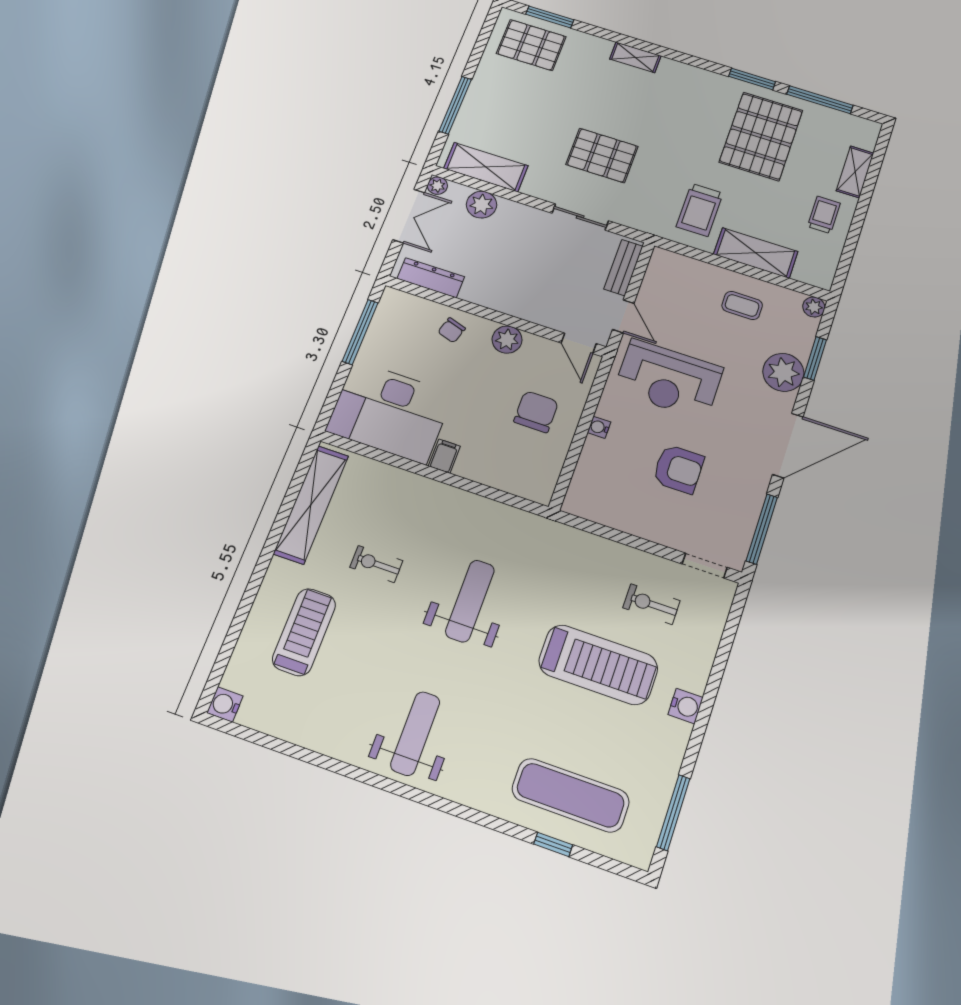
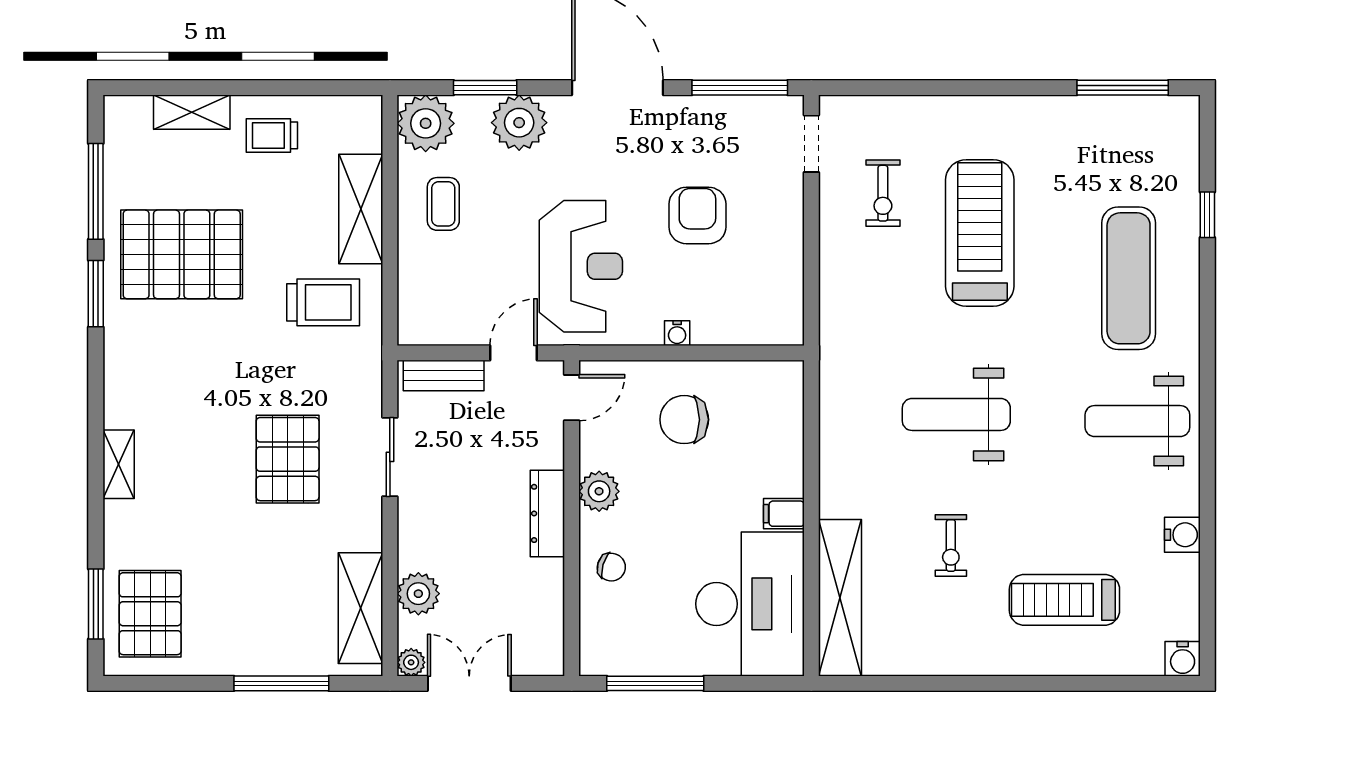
dresser: (431, 278) -> (547, 513), moved
plant: (814, 307) -> (426, 123), width x1.87, depth x1.87
shelving: (311, 504) -> (840, 598), moved, turned 90
water cooler: (685, 706) -> (1182, 535), moved, turned 90
exercise mat: (571, 795) -> (1129, 278), moved

